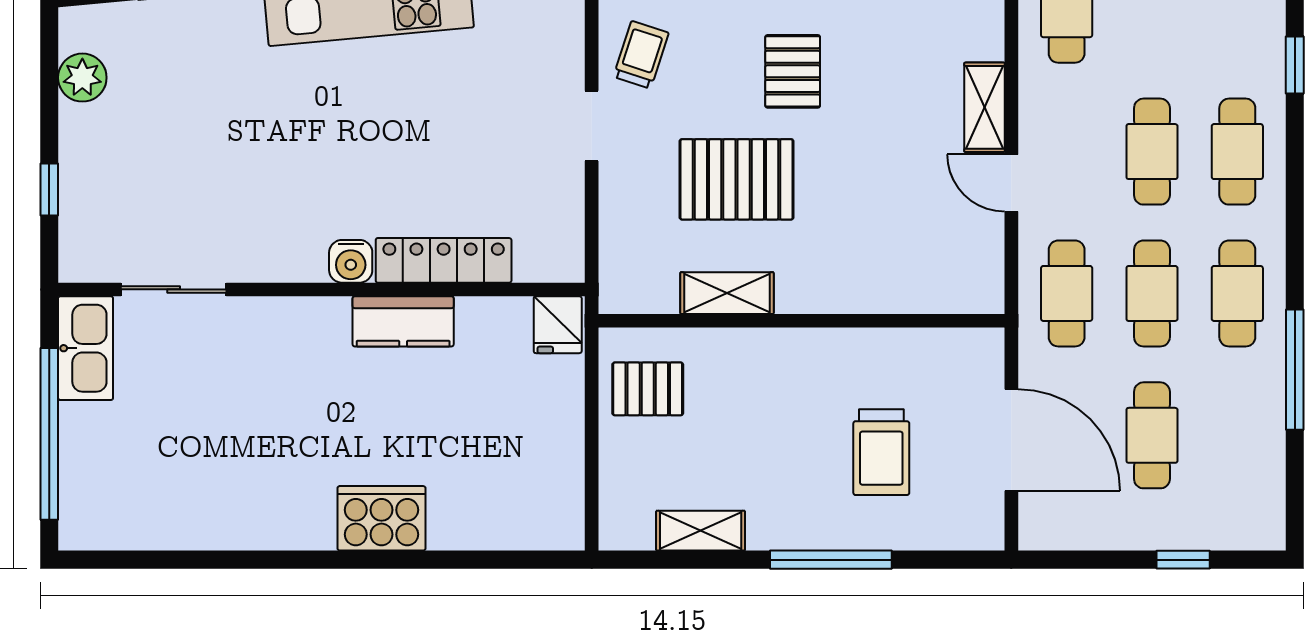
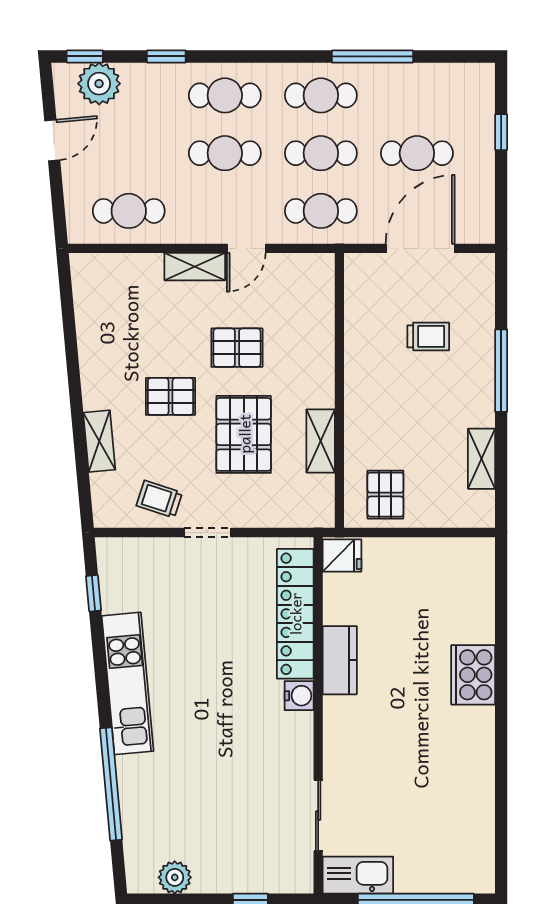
pallet: (865, 170) -> (237, 348), added
locker: (444, 260) -> (295, 614), width x1.41, depth x1.21
trolley: (881, 452) -> (428, 336), width x0.73, depth x0.72

